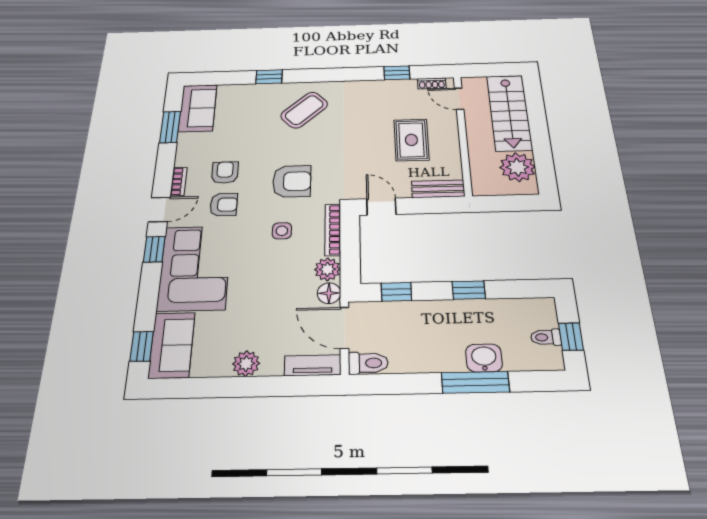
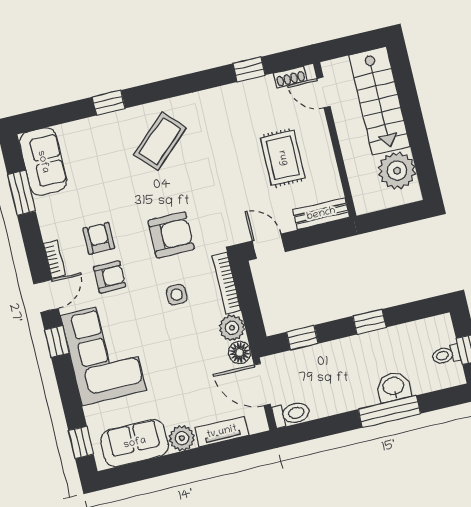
sofa: (172, 345) -> (135, 443), moved, turned -90
tv unit: (313, 365) -> (222, 432), moved

